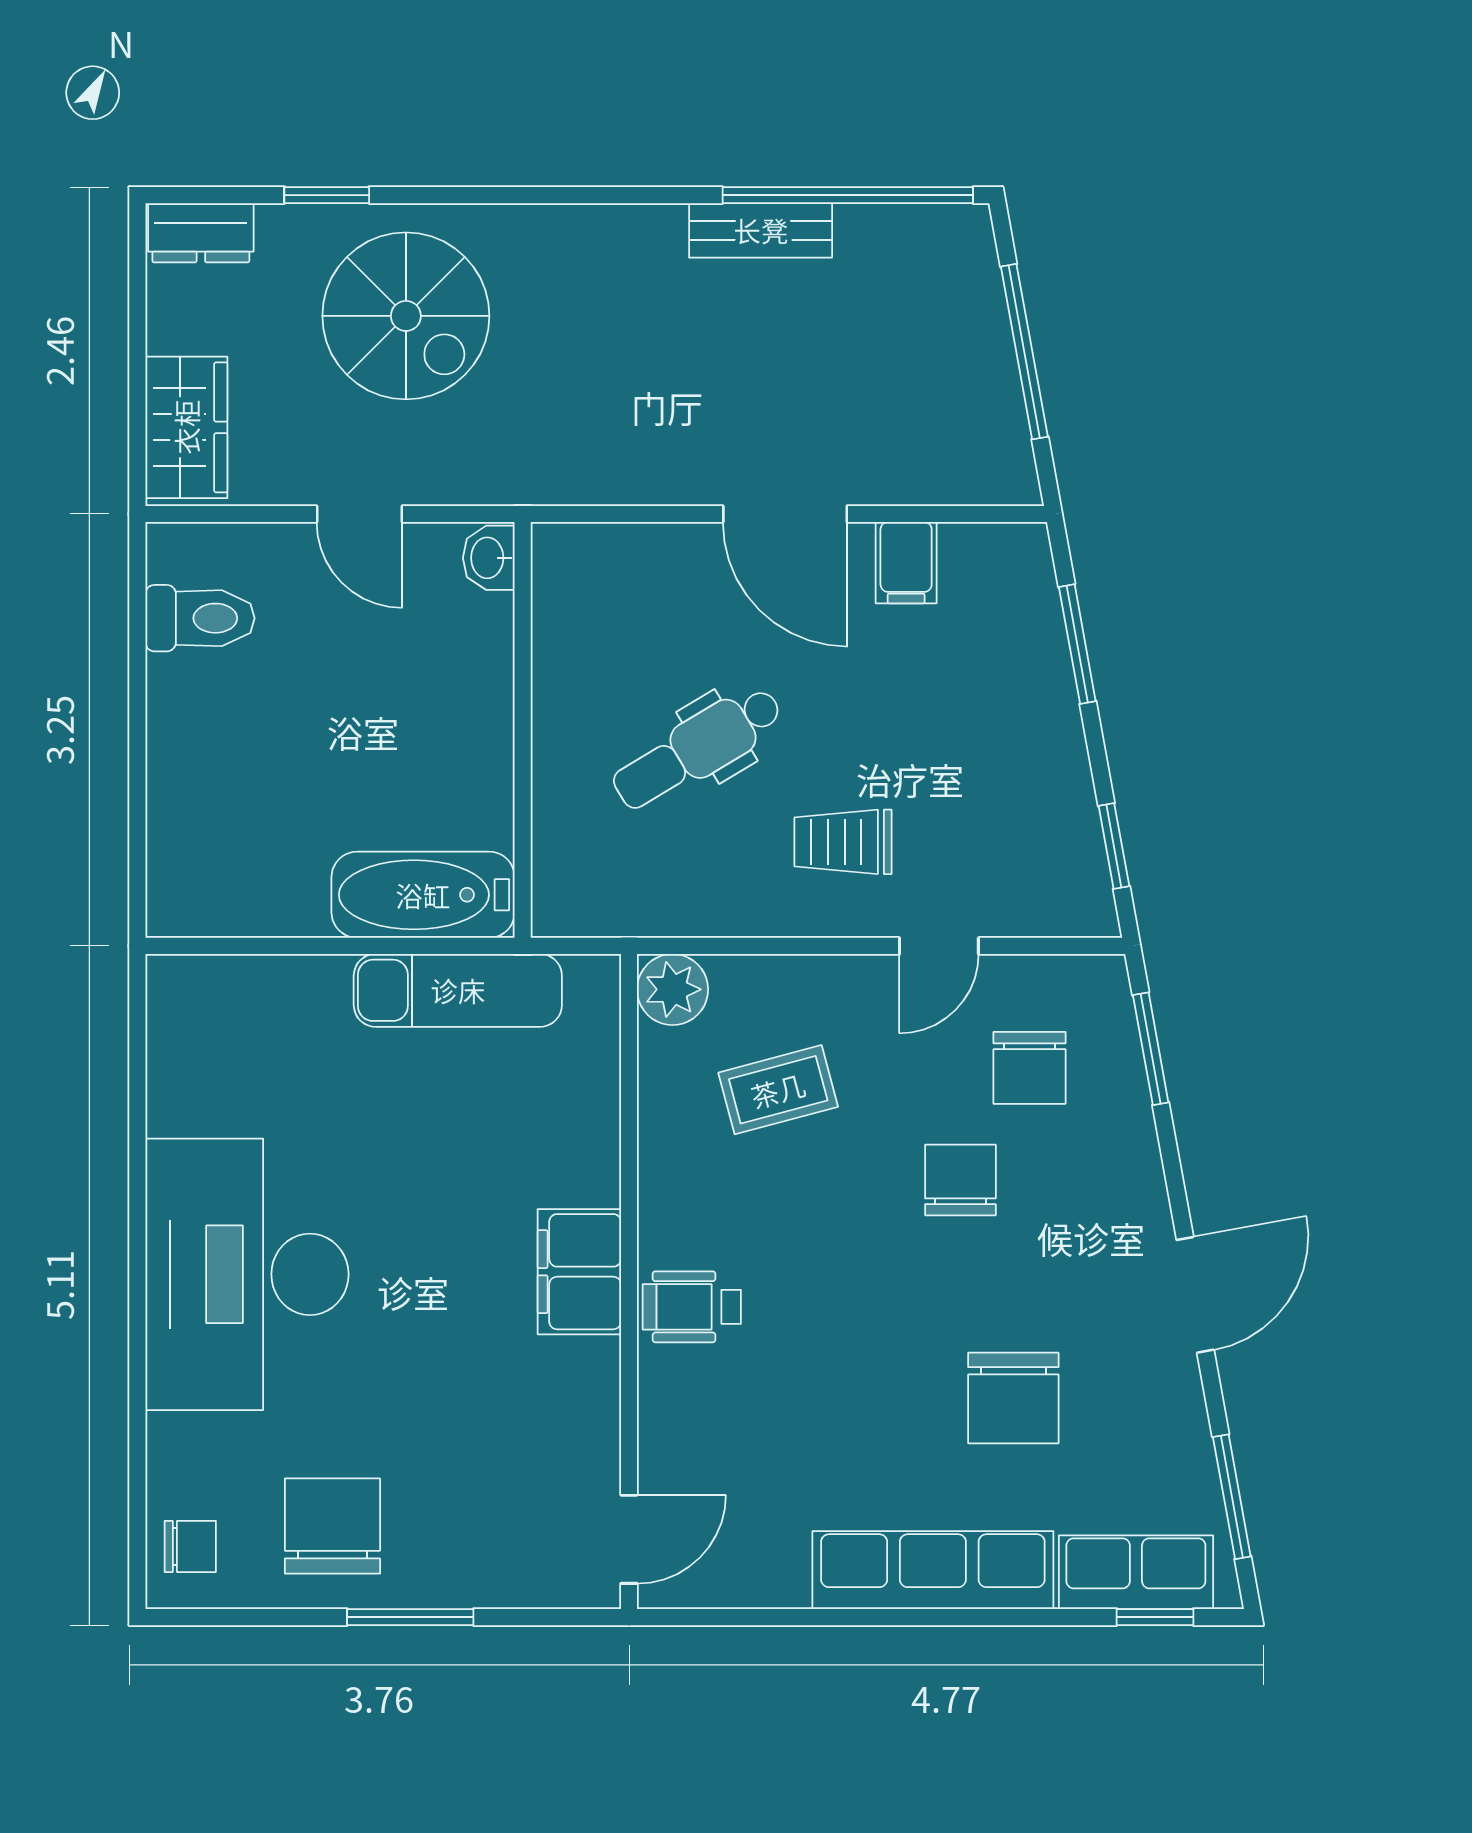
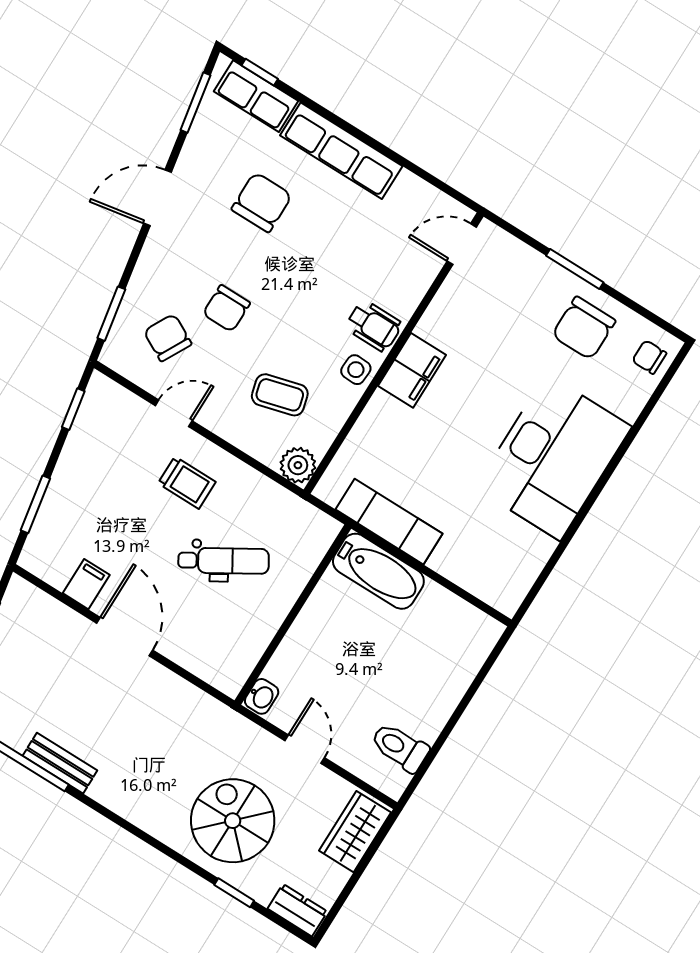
chair: (1029, 1068) -> (168, 338), turned -62
side table: (676, 1213) -> (356, 370), added

